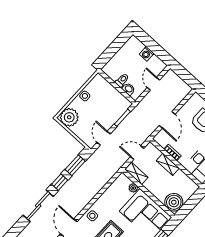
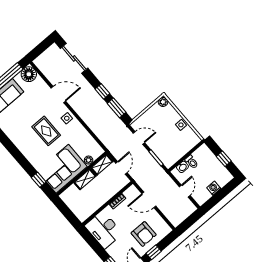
window: (115, 47) -> (224, 159), added
door: (153, 84) -> (185, 191), hinge flipped
plant: (69, 117) -> (163, 102), width x0.53, depth x0.53
shelving: (168, 164) -> (85, 179), moved
boiler: (174, 202) -> (70, 197), removed
sliding door: (38, 206) -> (74, 58), moved

